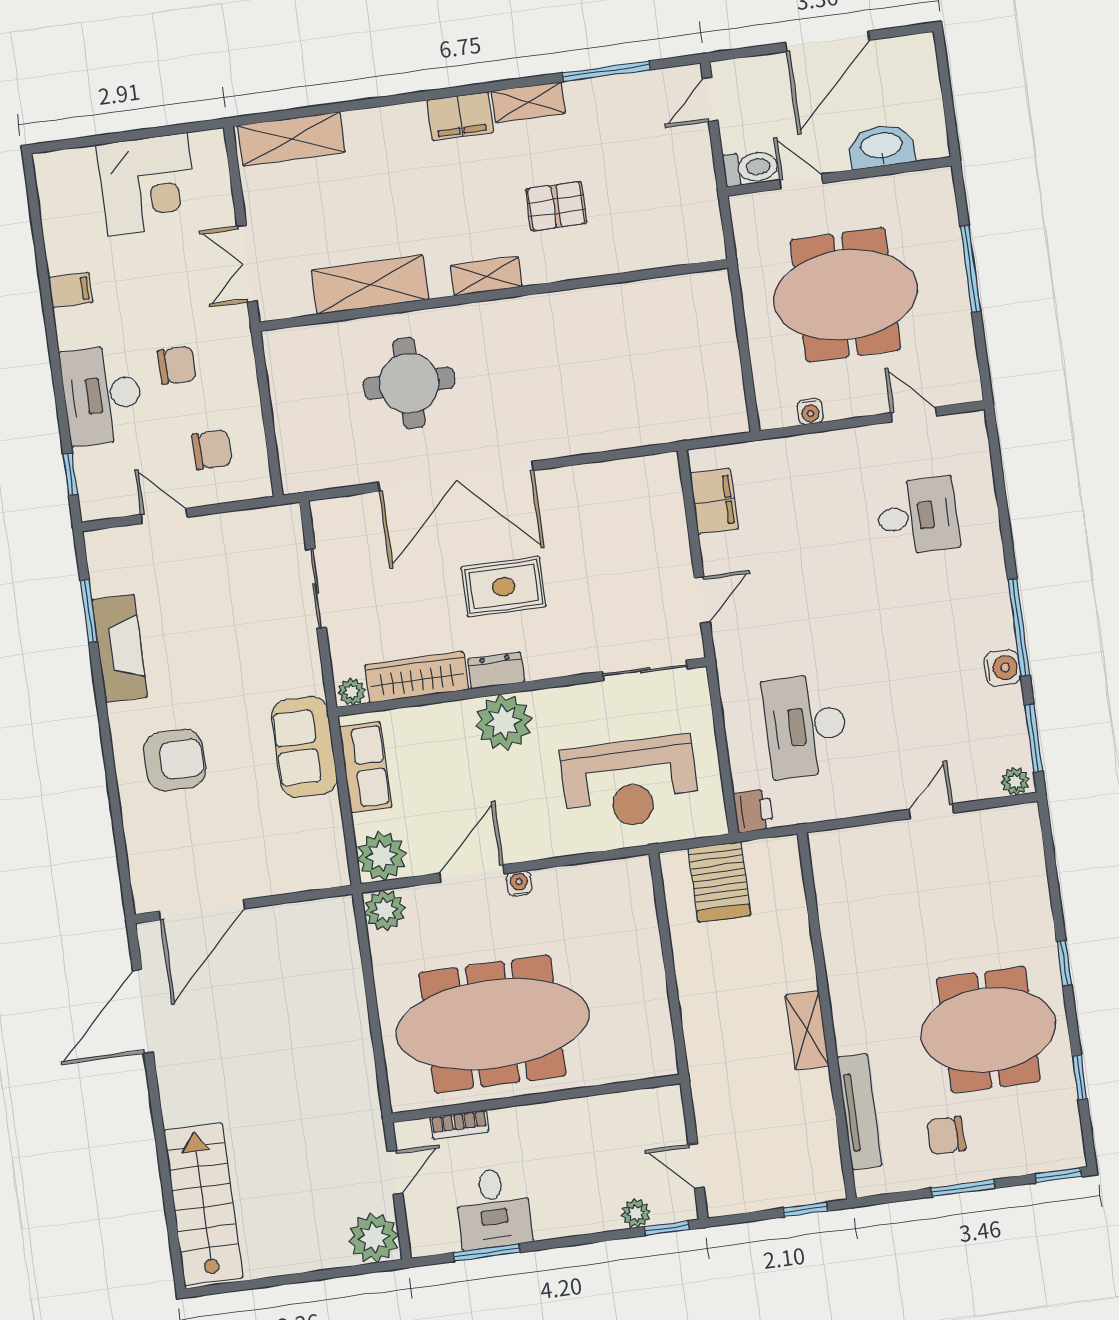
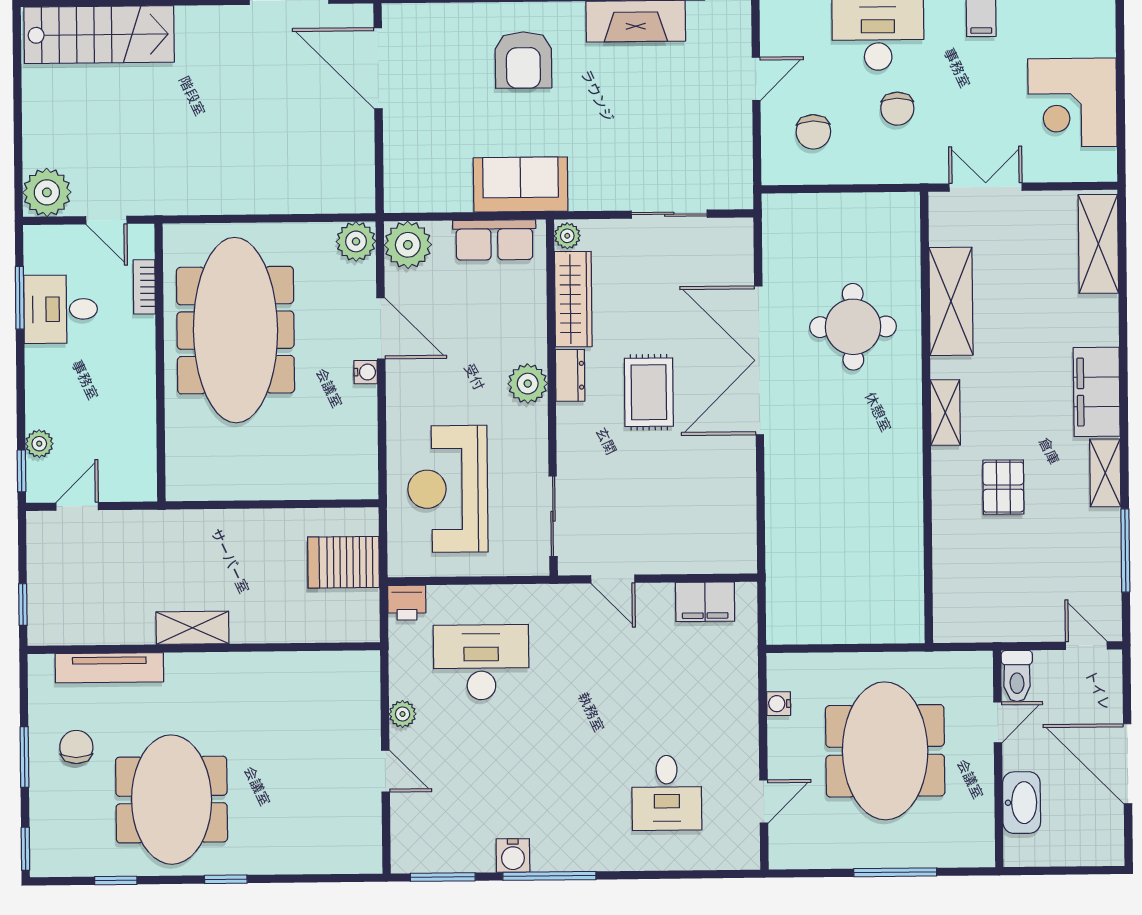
filing cabinet: (460, 116) -> (1097, 392), width x1.50, depth x1.17
plant: (504, 722) -> (528, 384), width x0.73, depth x0.73
plant: (1015, 781) -> (403, 714), moved

